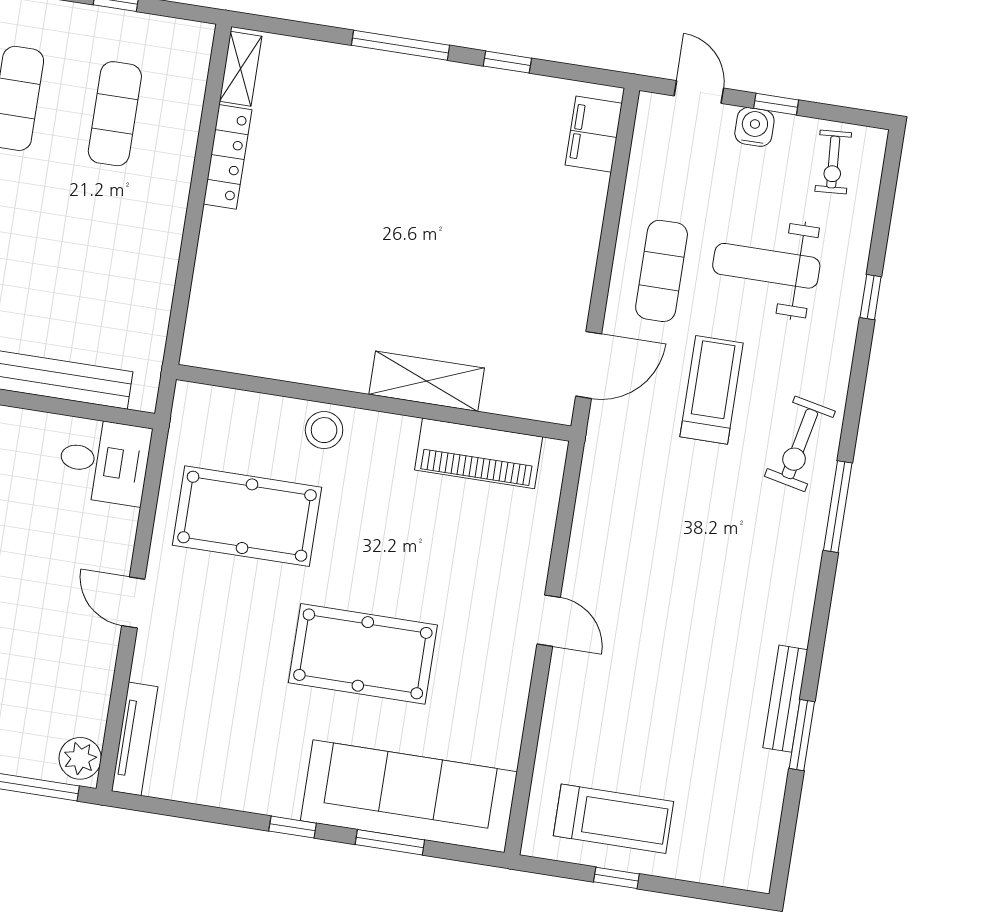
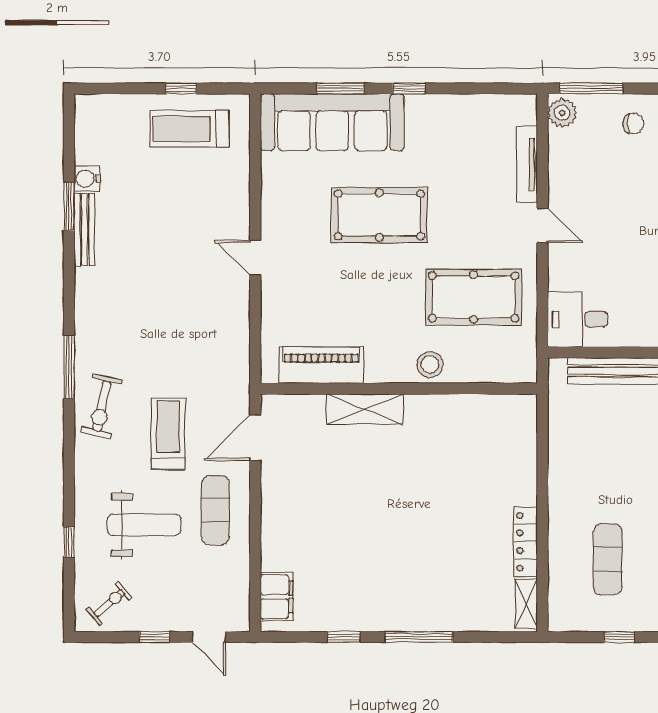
water cooler: (754, 127) -> (87, 179), moved, turned 90
exercise bike: (833, 162) -> (109, 603), turned 53
window: (871, 297) -> (69, 542), moved
treadmill: (712, 390) -> (168, 434), turned 180
exercise bike: (800, 444) -> (102, 406), turned 180
tv unit: (135, 739) -> (527, 164), moved

